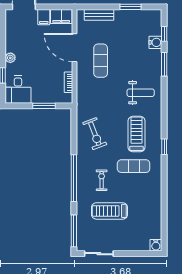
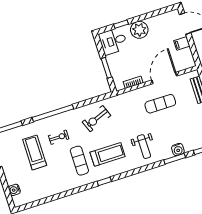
filing cabinet: (61, 16) -> (187, 58), removed
water cooler: (155, 42) -> (178, 150), moved
plant: (10, 58) -> (139, 30), width x1.87, depth x1.87
water cooler: (156, 245) -> (14, 190), moved

